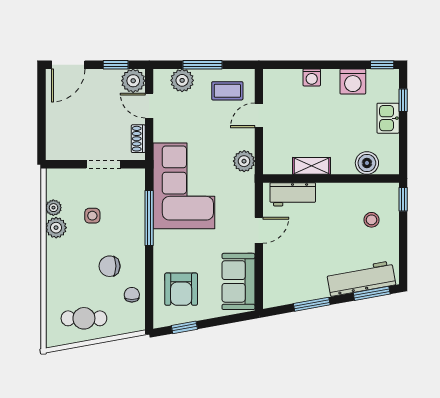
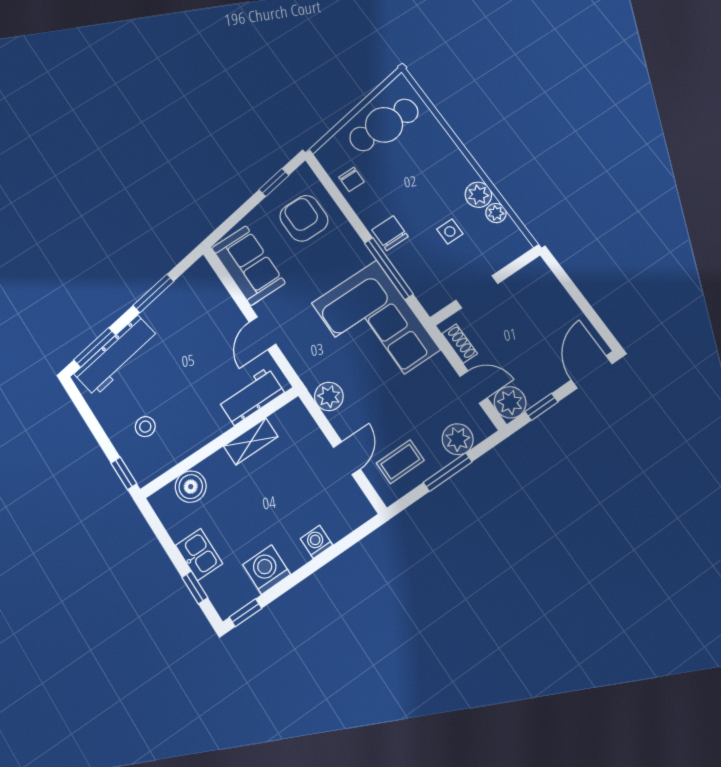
chair: (110, 266) -> (390, 233), moved, turned -90
cafe table: (84, 318) -> (384, 125), width x1.37, depth x1.35

